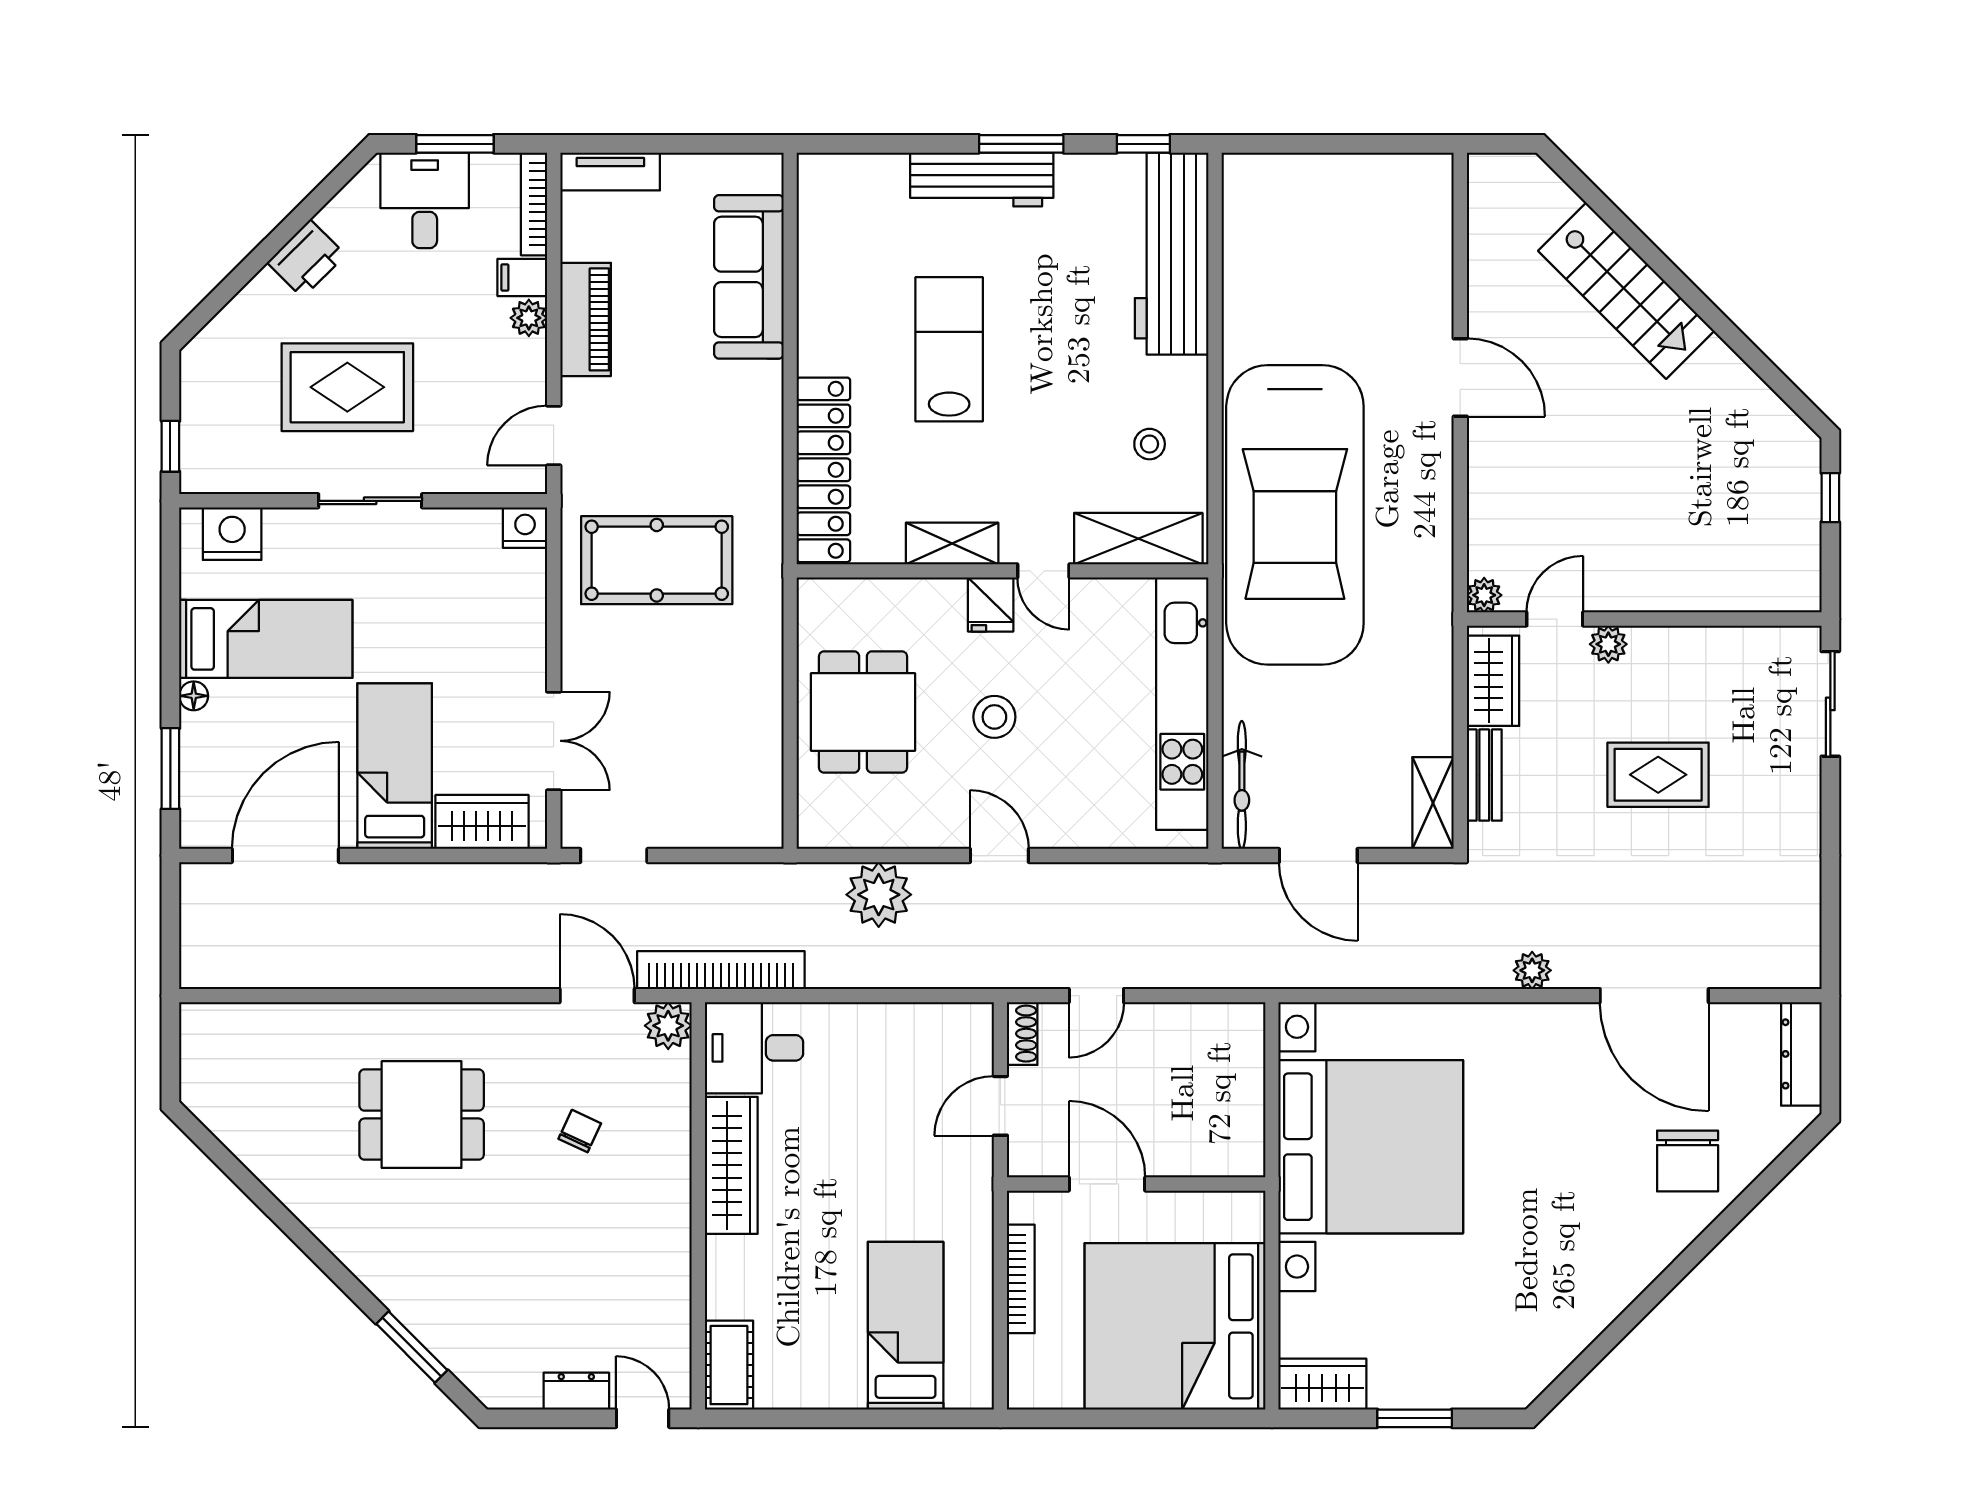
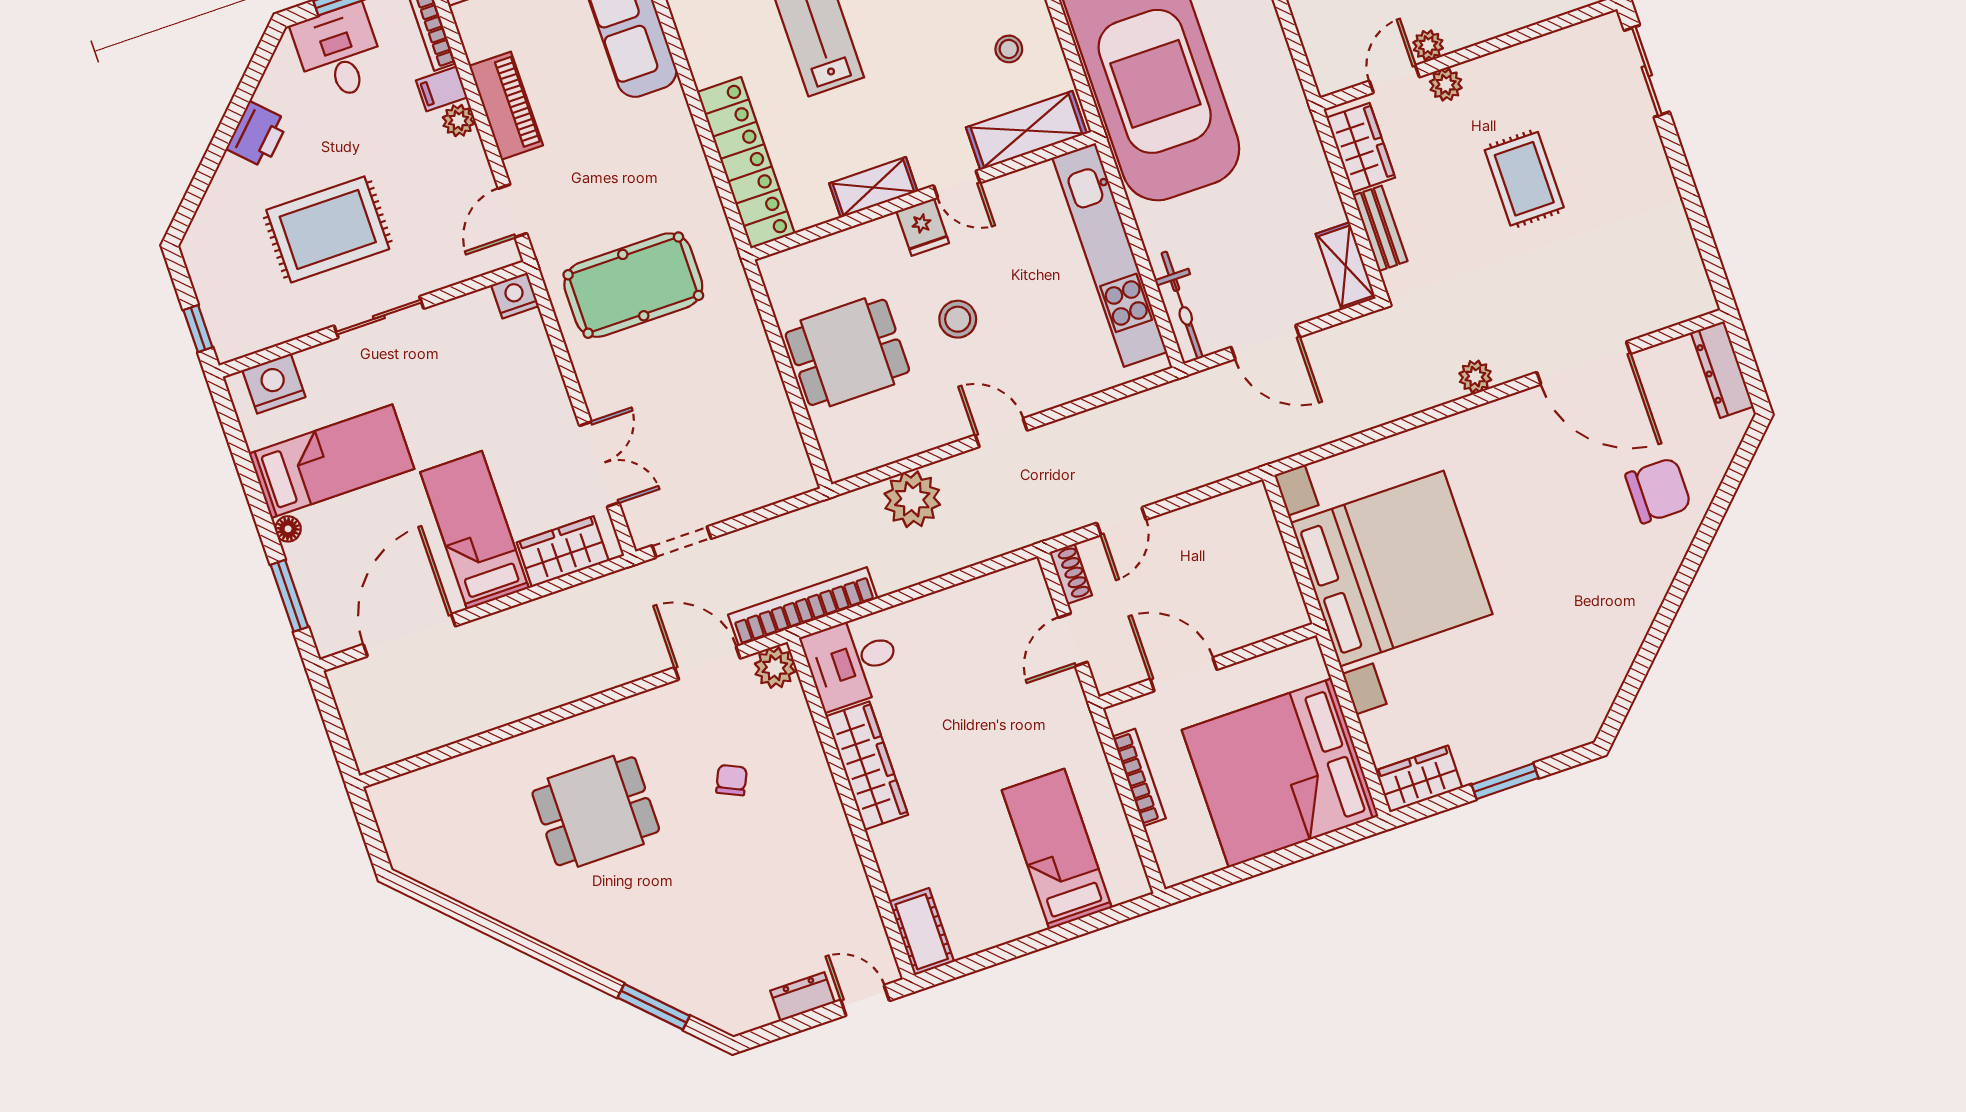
plant: (1484, 595) -> (1428, 45), moved
dining table: (863, 712) -> (847, 352), turned 90
rug: (1658, 775) -> (1524, 179), turned 90
chair: (1688, 1161) -> (1658, 490), turned -90

